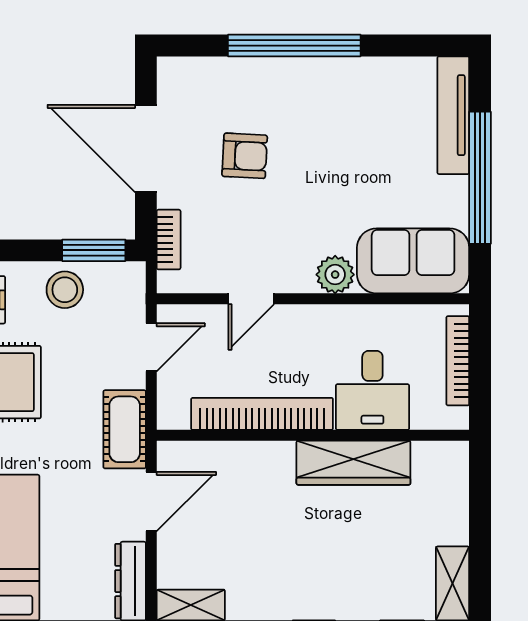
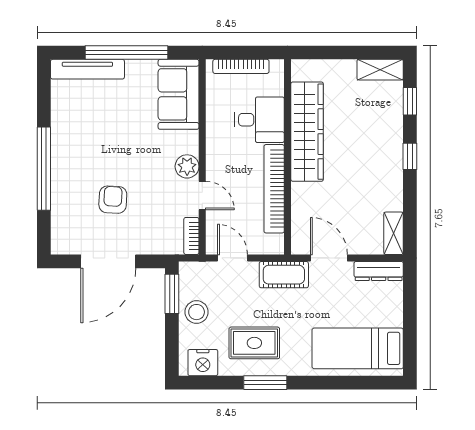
bookcase: (169, 240) -> (191, 236), moved, turned -90
plant: (335, 275) -> (187, 166), moved
wardrobe: (353, 463) -> (307, 132), width x1.40, depth x1.17

